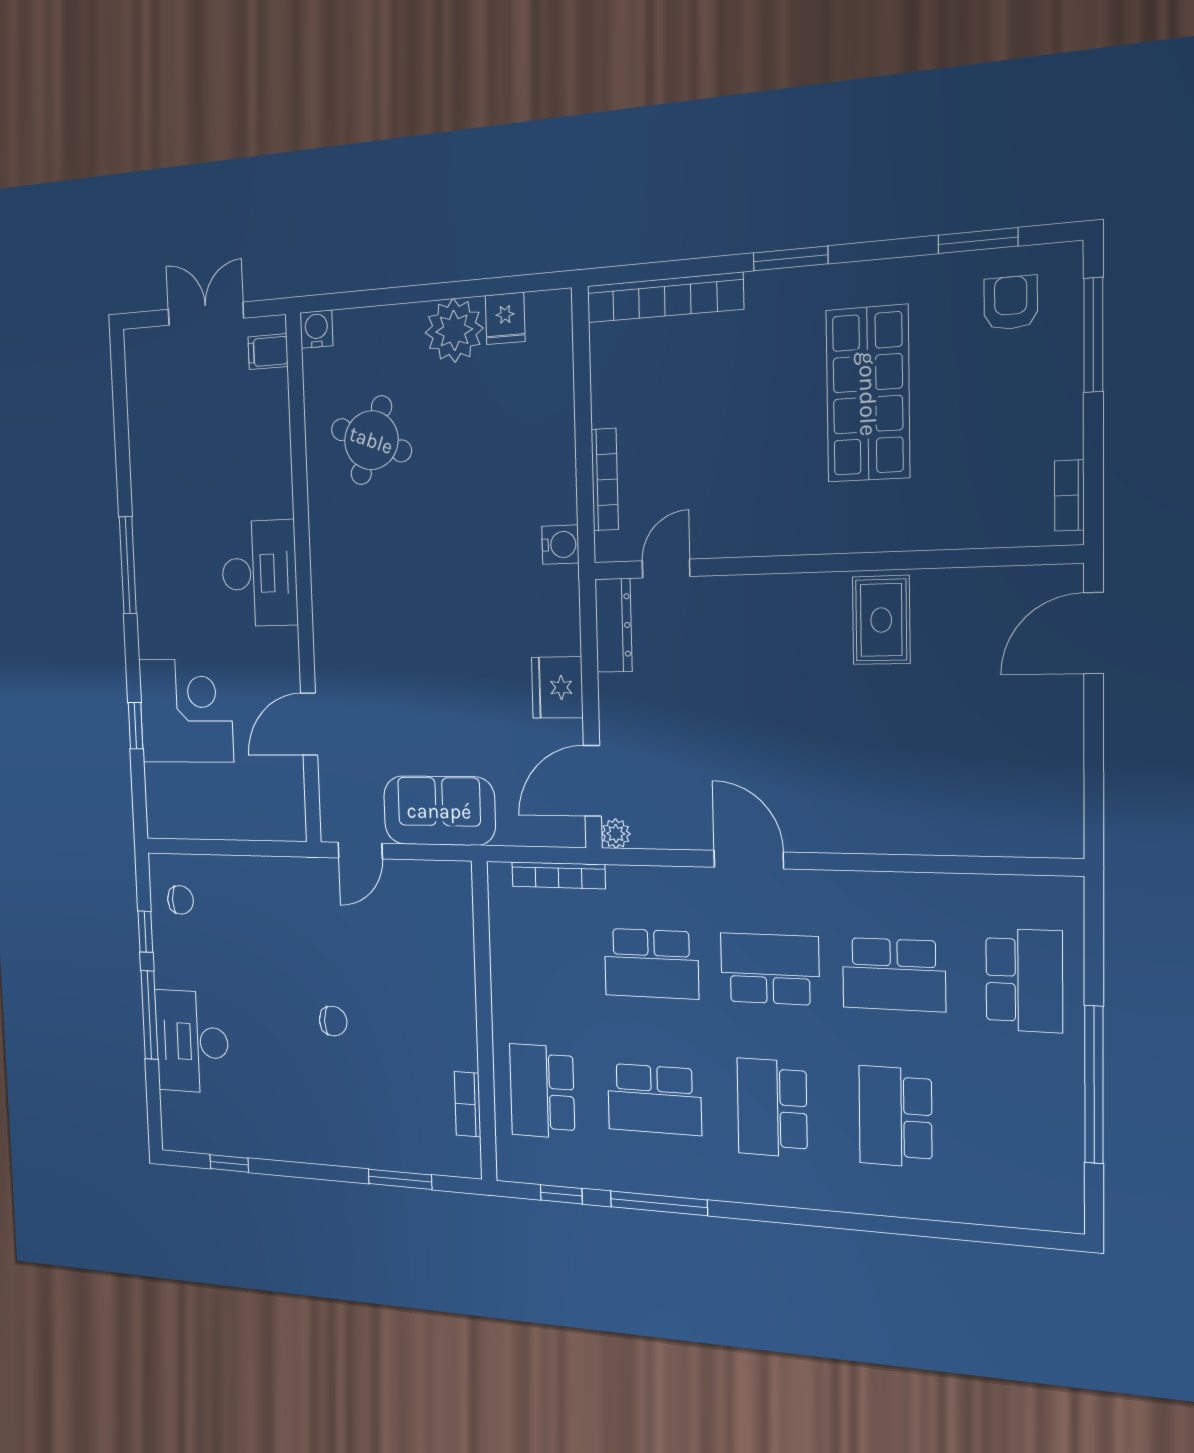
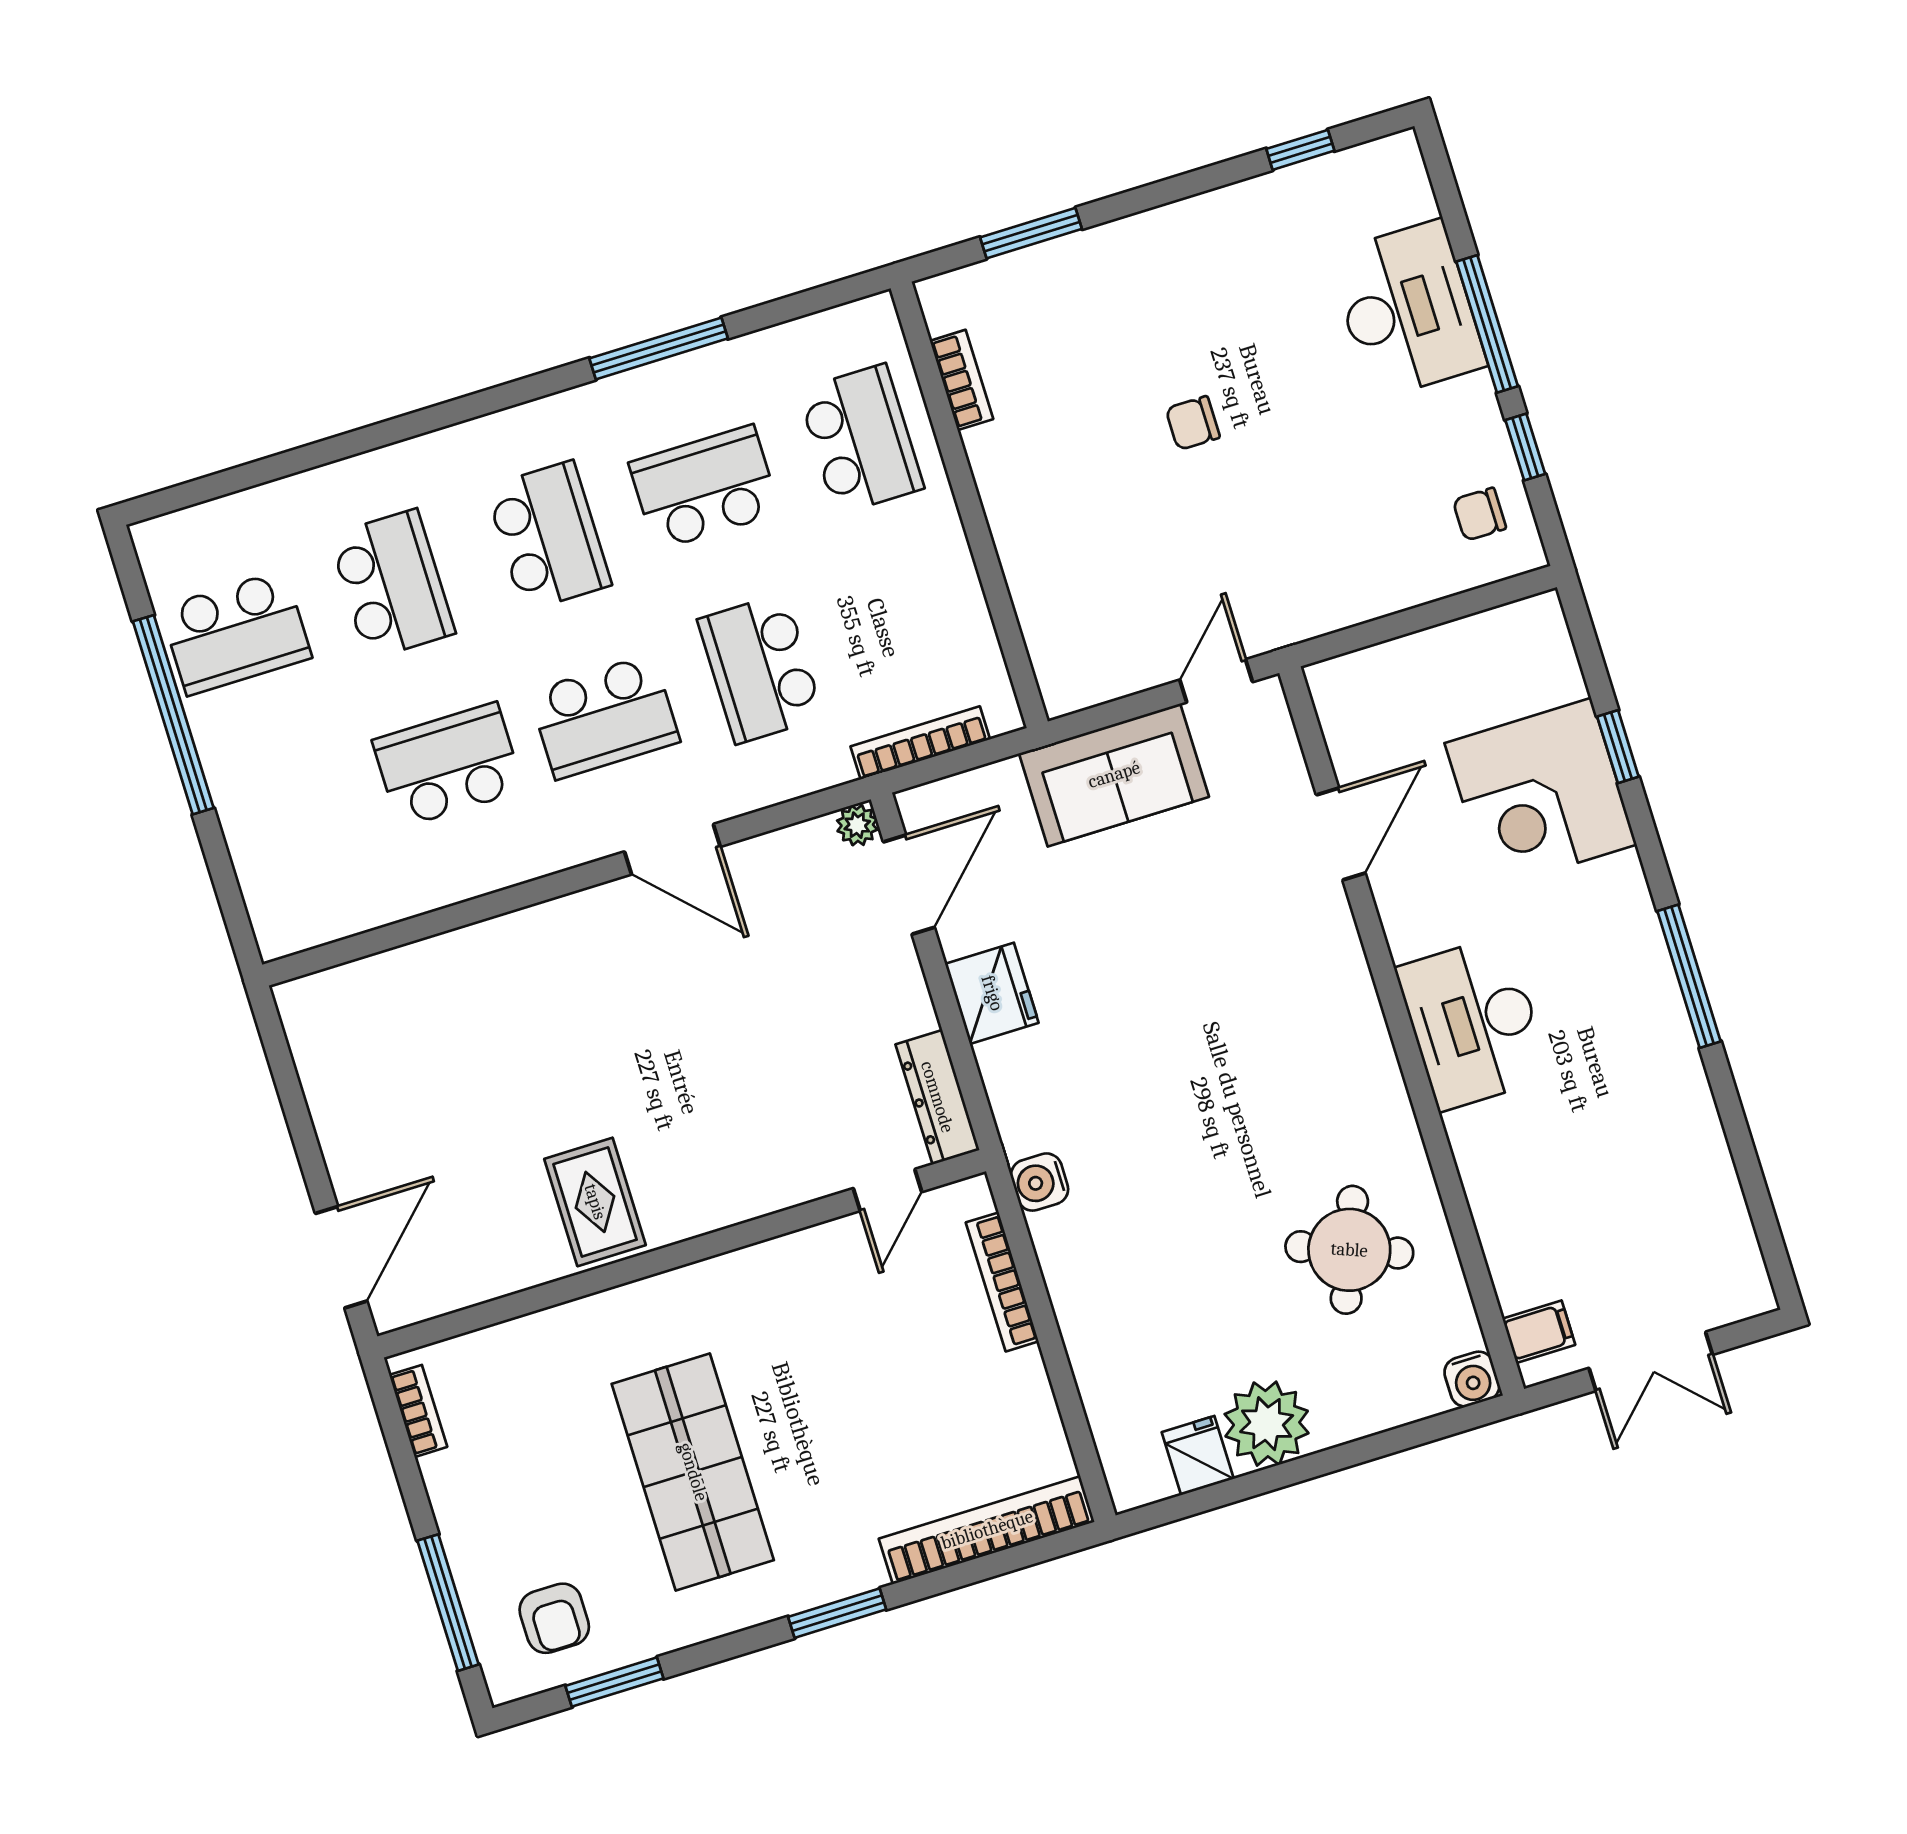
school desk: (651, 964) -> (761, 668), turned -90
school desk: (1024, 980) -> (236, 633), moved, turned -90
window: (561, 1194) -> (794, 306), removed

